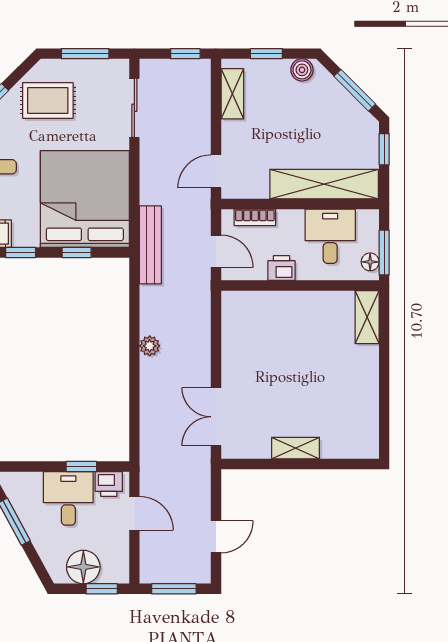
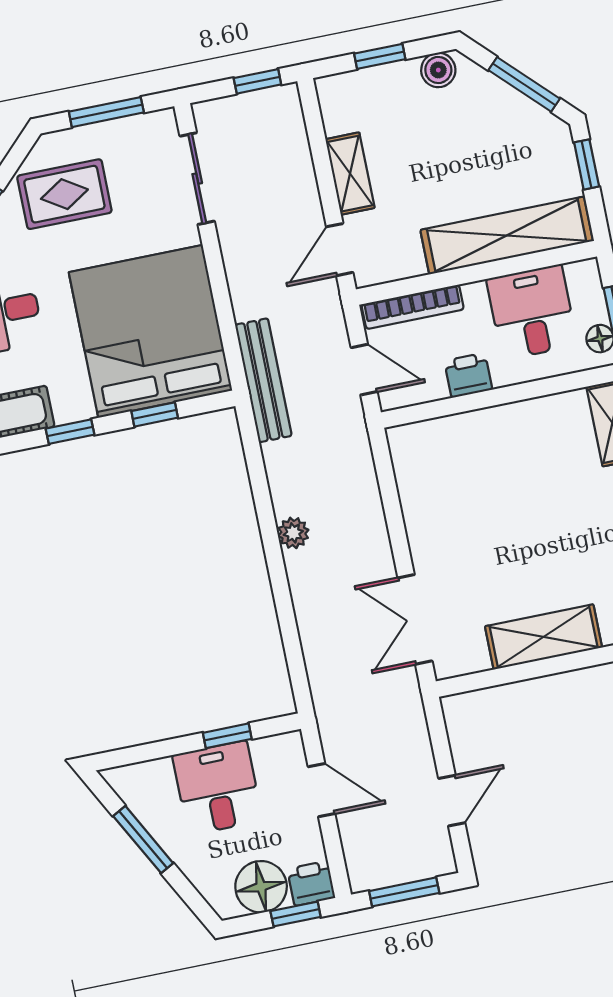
shelving: (232, 94) -> (350, 174), moved
bookcase: (255, 217) -> (413, 307), width x1.56
shelving: (296, 448) -> (544, 637), width x1.50, depth x1.33
printer: (109, 484) -> (311, 883), moved, turned 180

